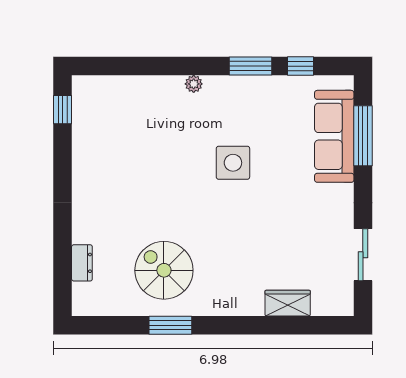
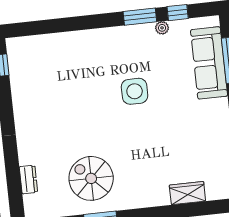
plant: (194, 84) -> (162, 28), moved

